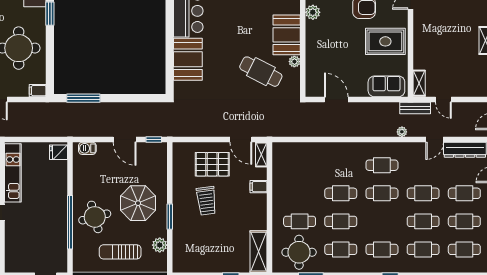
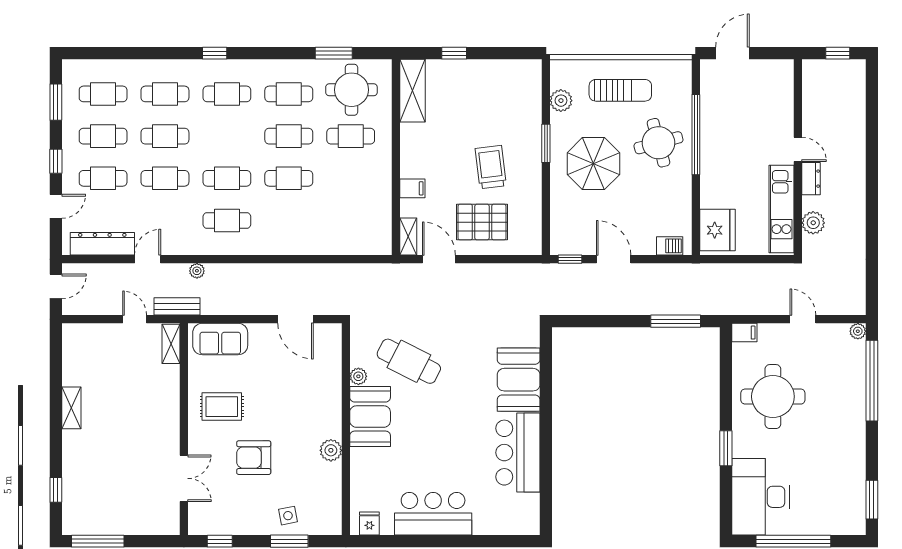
rug: (385, 41) -> (222, 407), width x0.73, depth x0.70
fridge: (58, 152) -> (717, 230), width x1.88, depth x1.34

